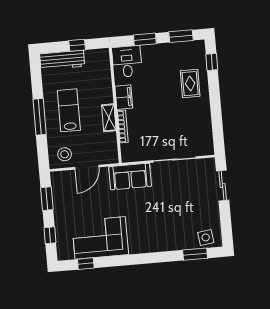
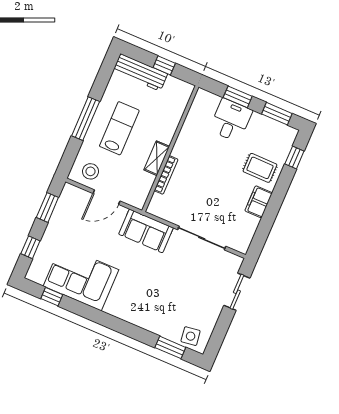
desk: (127, 62) -> (231, 120), moved
rug: (190, 84) -> (260, 168), turned 90
filing cabinet: (124, 97) -> (259, 202), moved, turned 180

